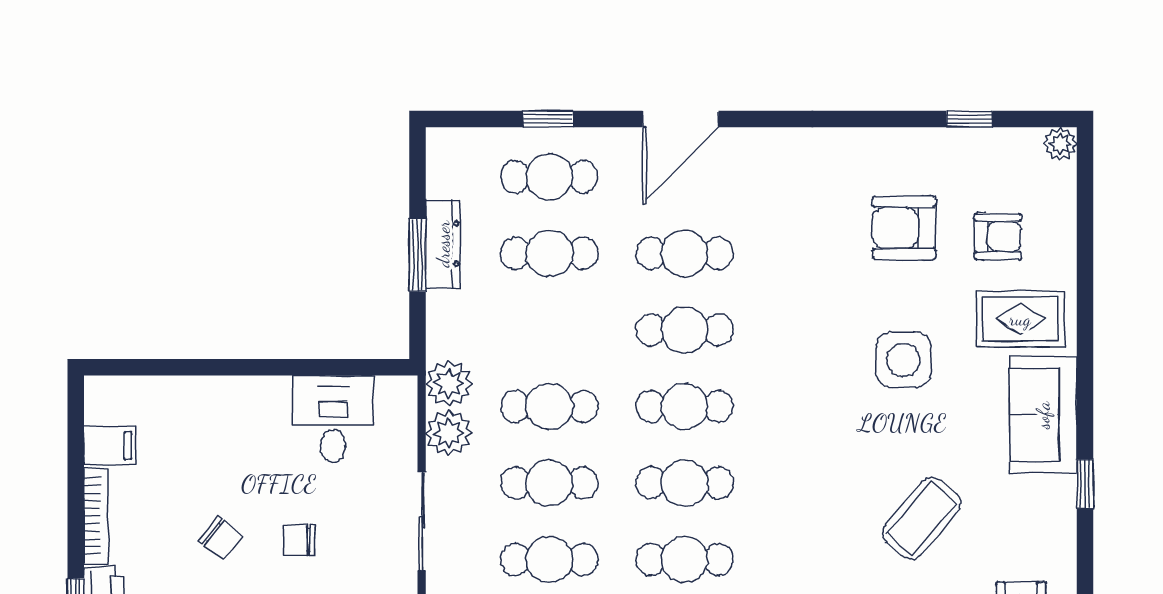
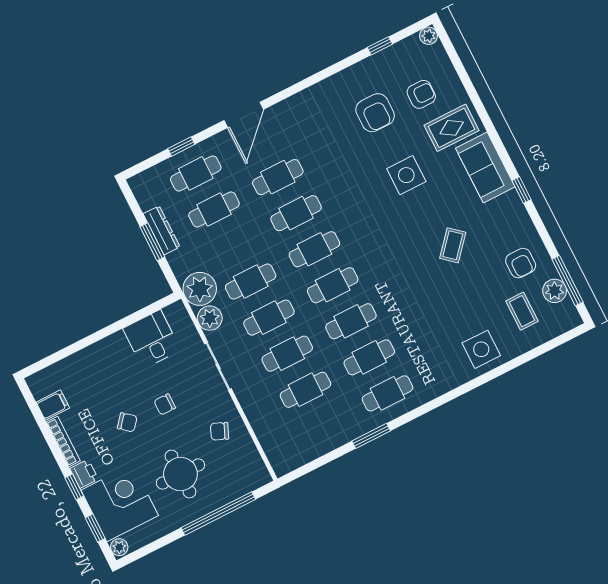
armchair: (904, 228) -> (375, 113), turned -90
plant: (449, 383) -> (200, 289), width x1.36, depth x1.36
coffee table: (922, 518) -> (453, 245), width x0.73, depth x0.77

